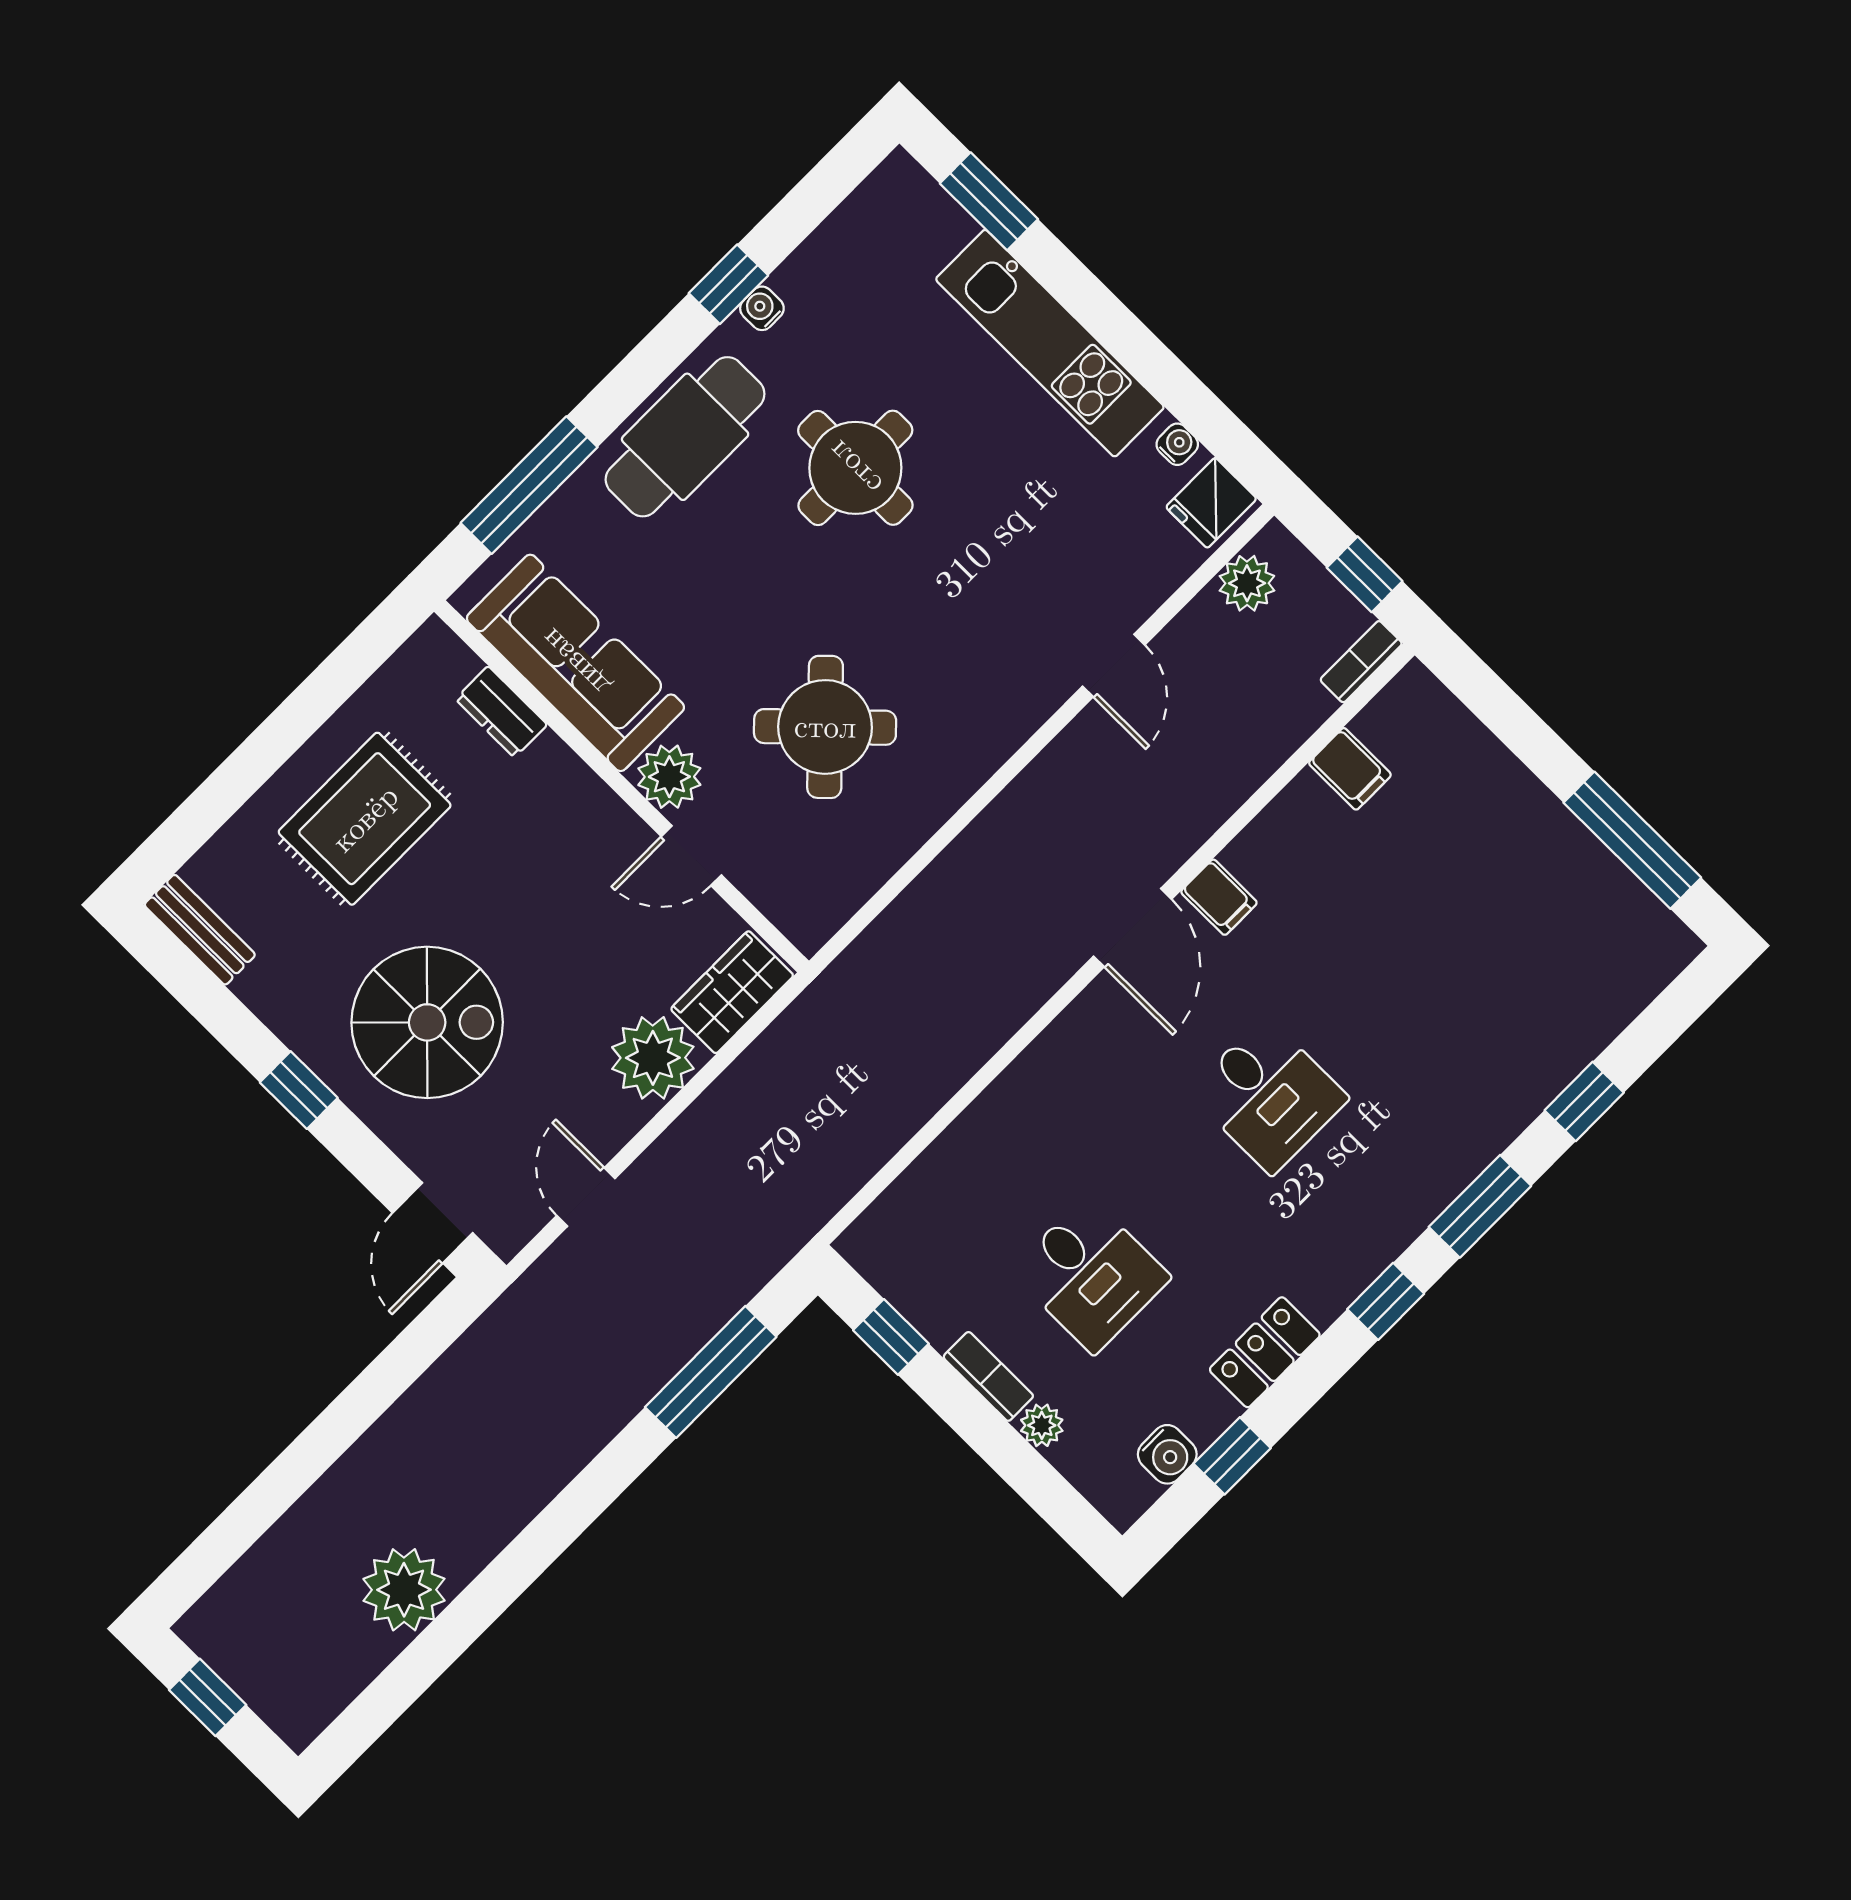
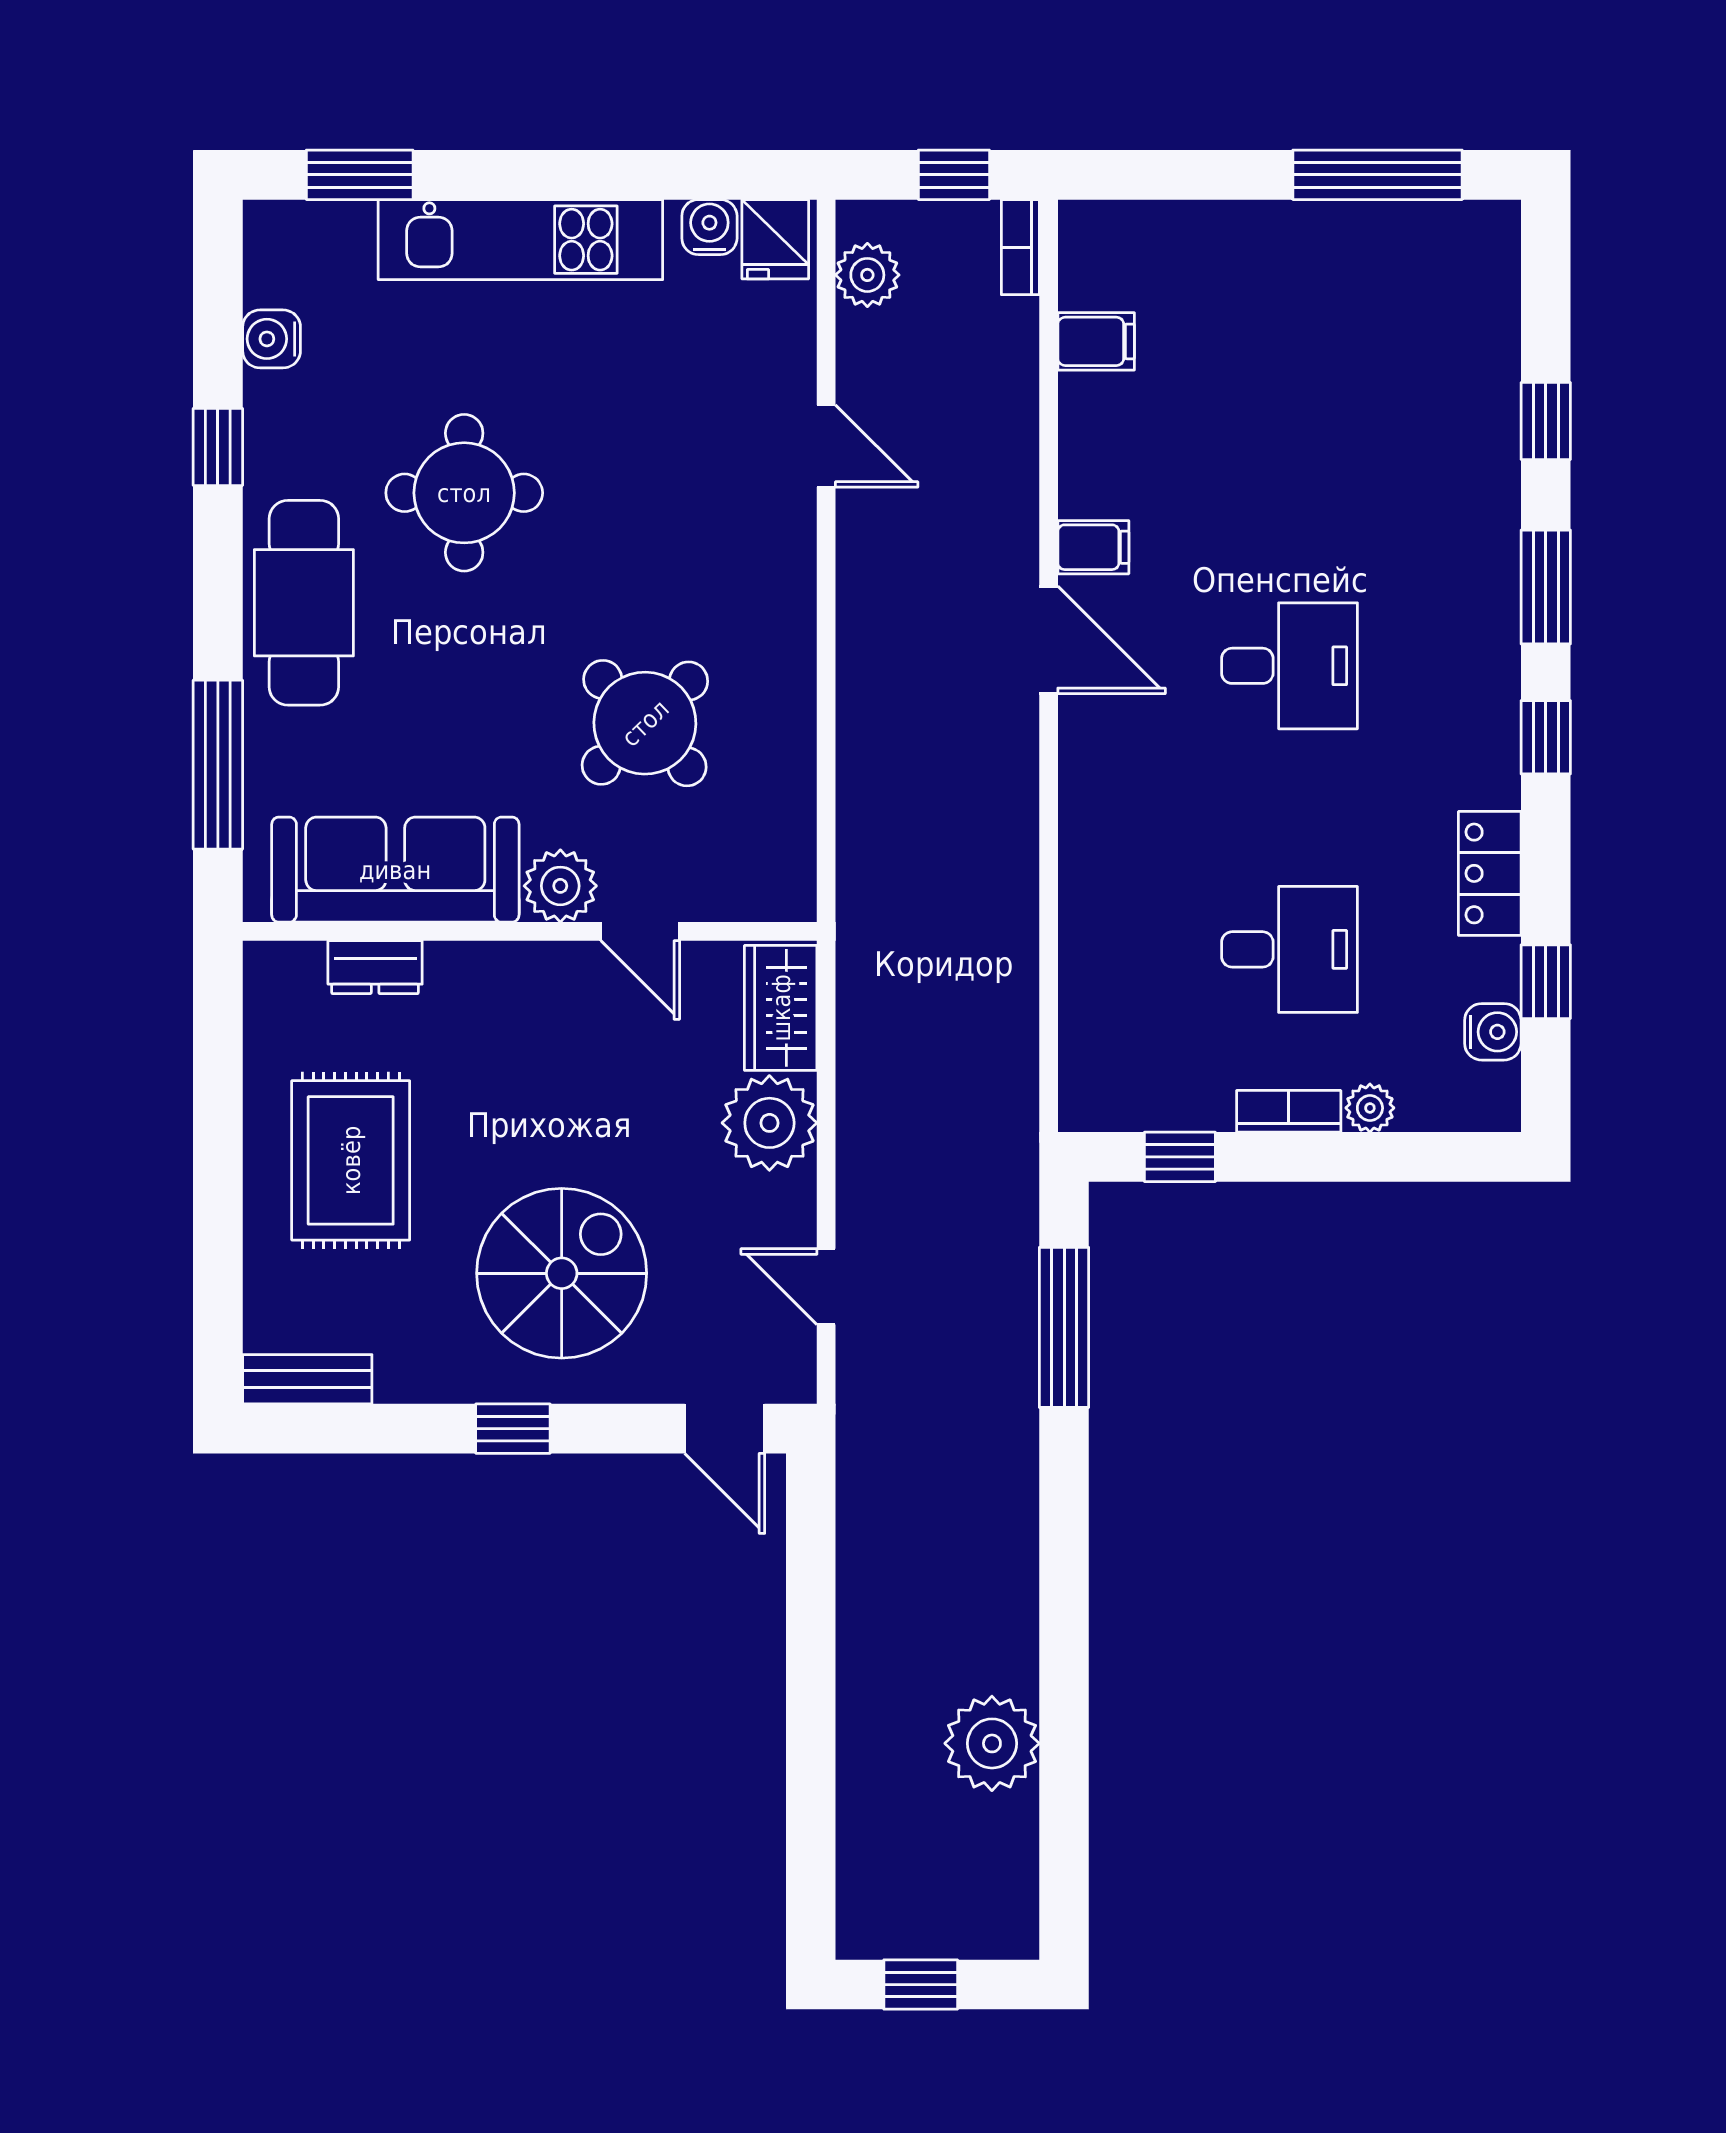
water cooler: (762, 308) -> (272, 339), moved, width x1.38, depth x1.38
water cooler: (1177, 444) -> (709, 227), width x1.38, depth x1.38
door: (691, 856) -> (640, 931), hinge flipped

